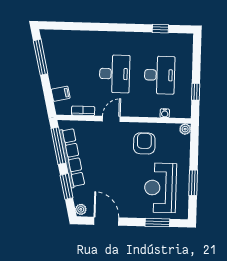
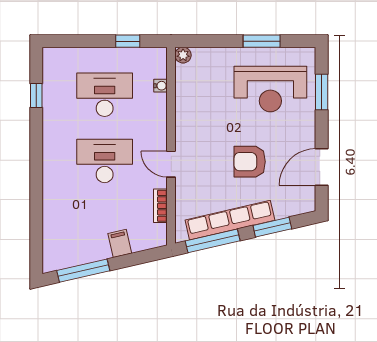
filing cabinet: (61, 94) -> (120, 243), moved
armchair: (144, 143) -> (250, 162), moved
plant: (81, 209) -> (305, 205), removed

